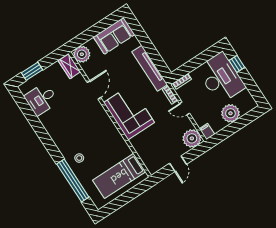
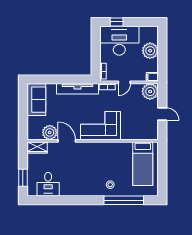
plant: (82, 54) -> (50, 132), moved

